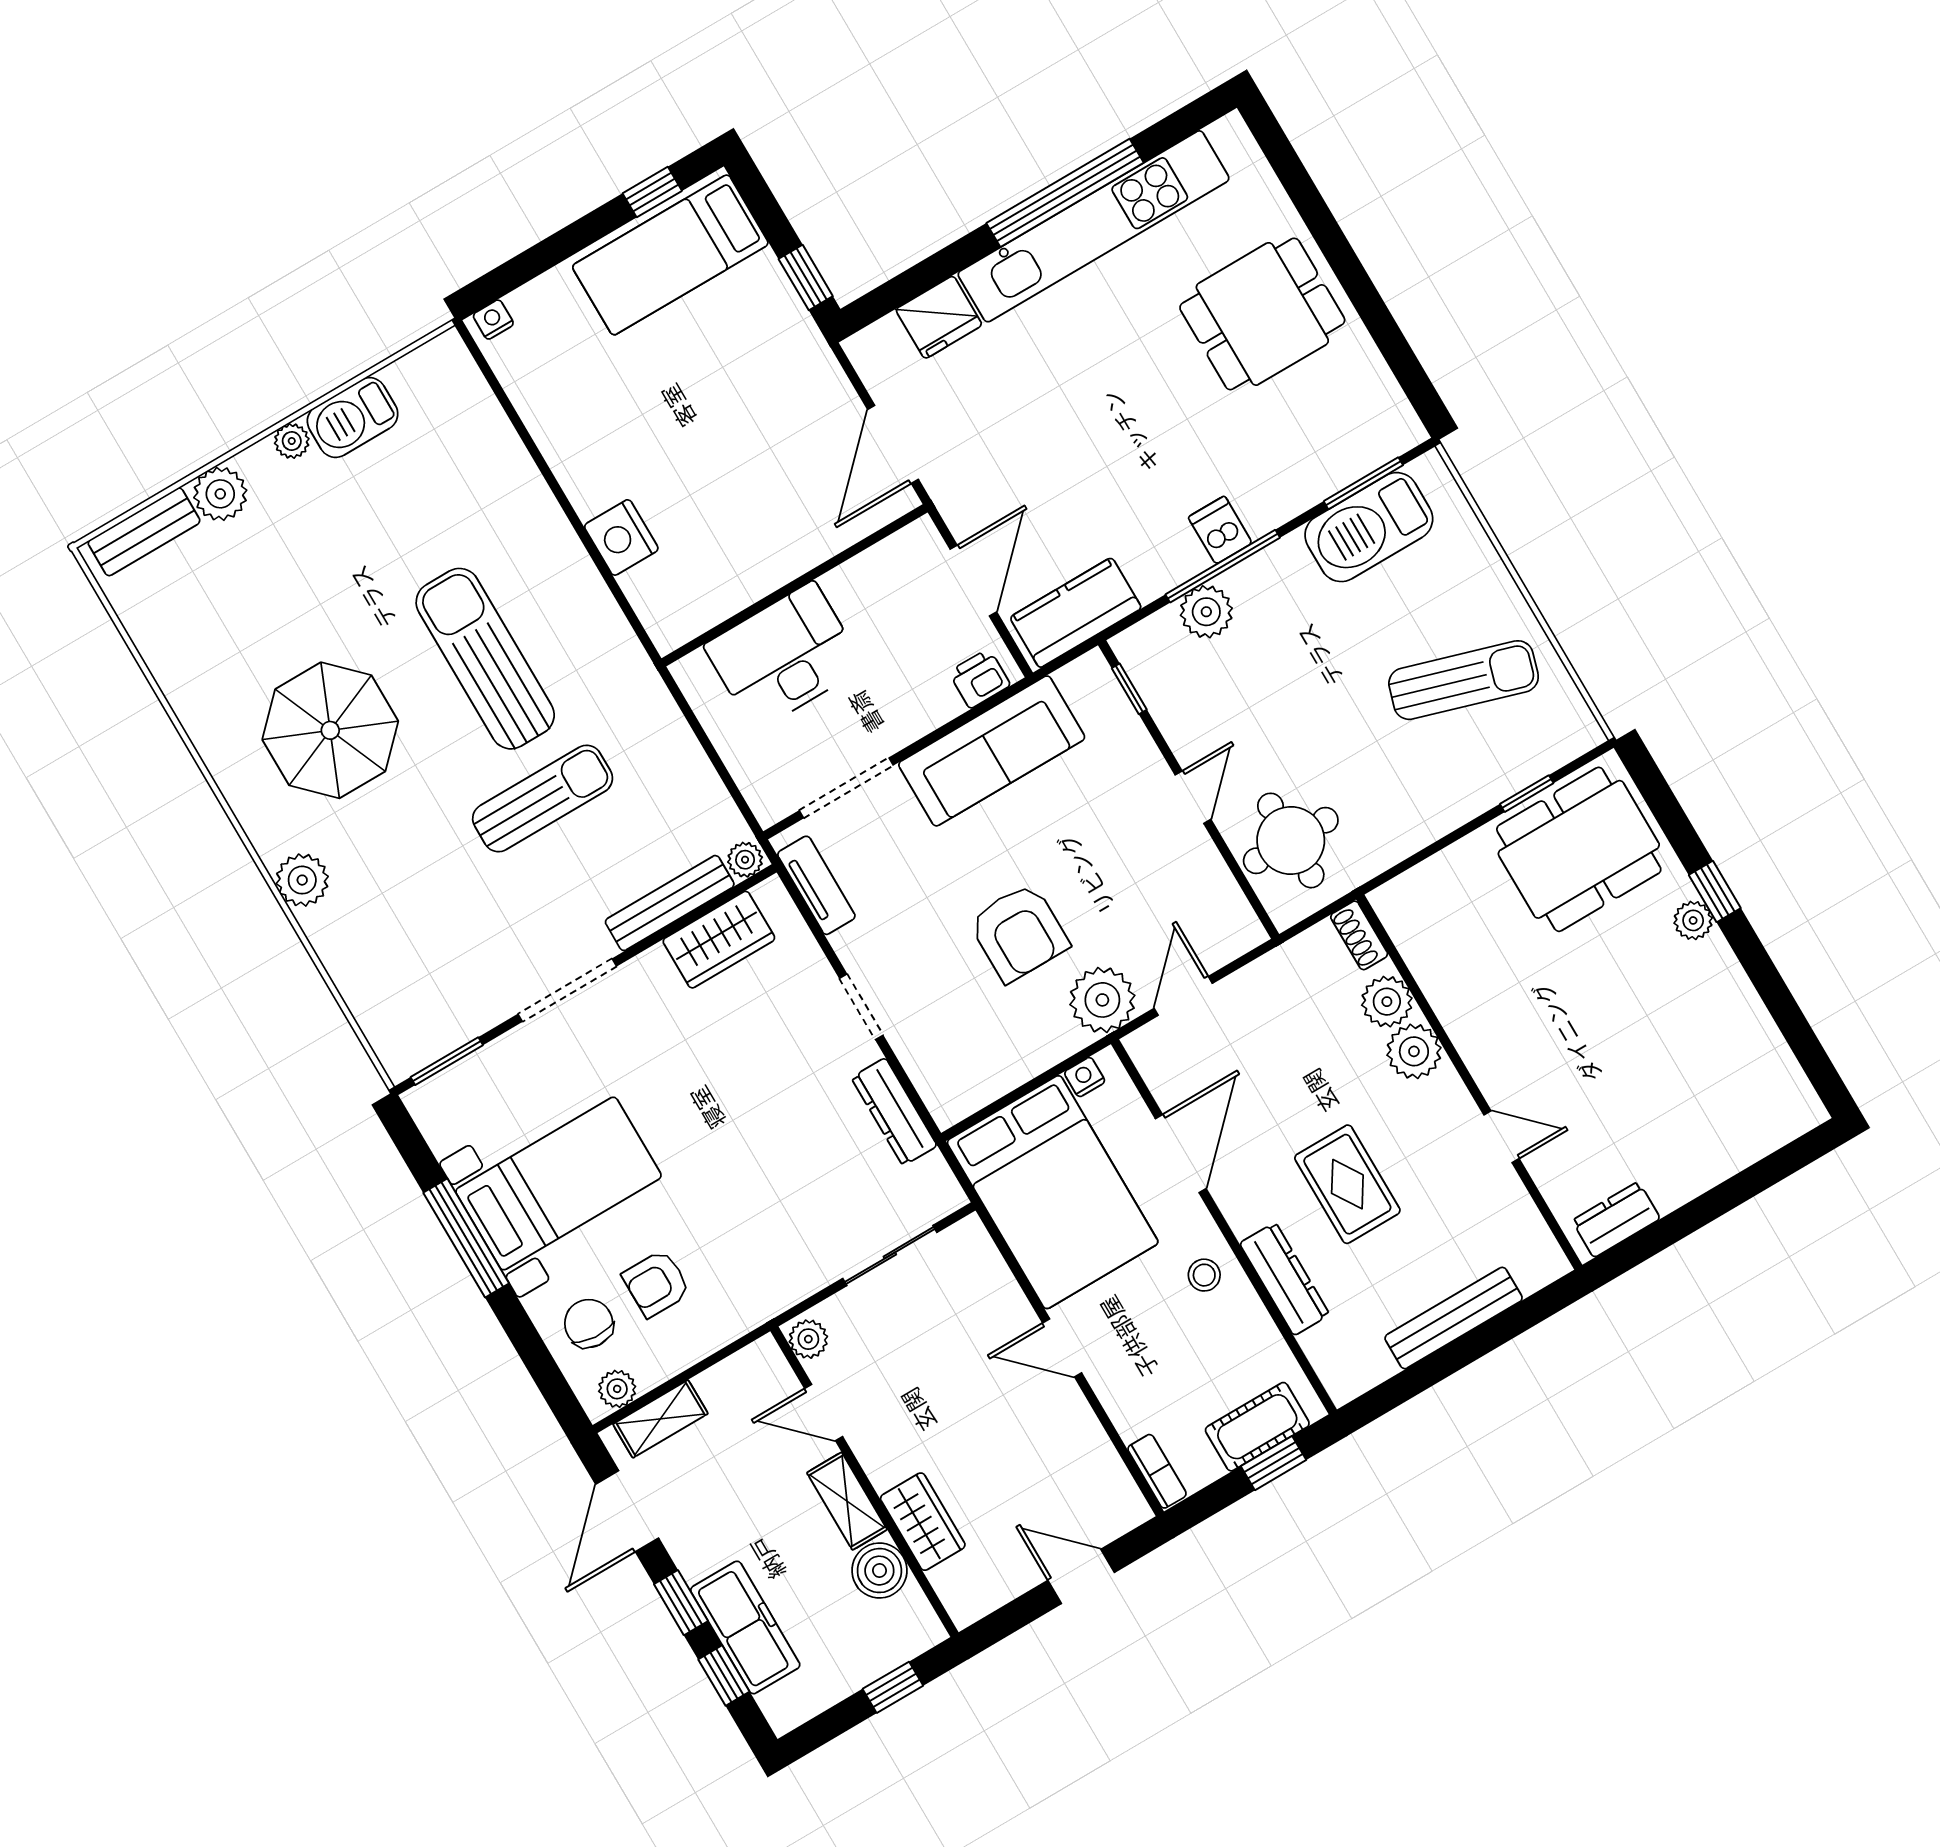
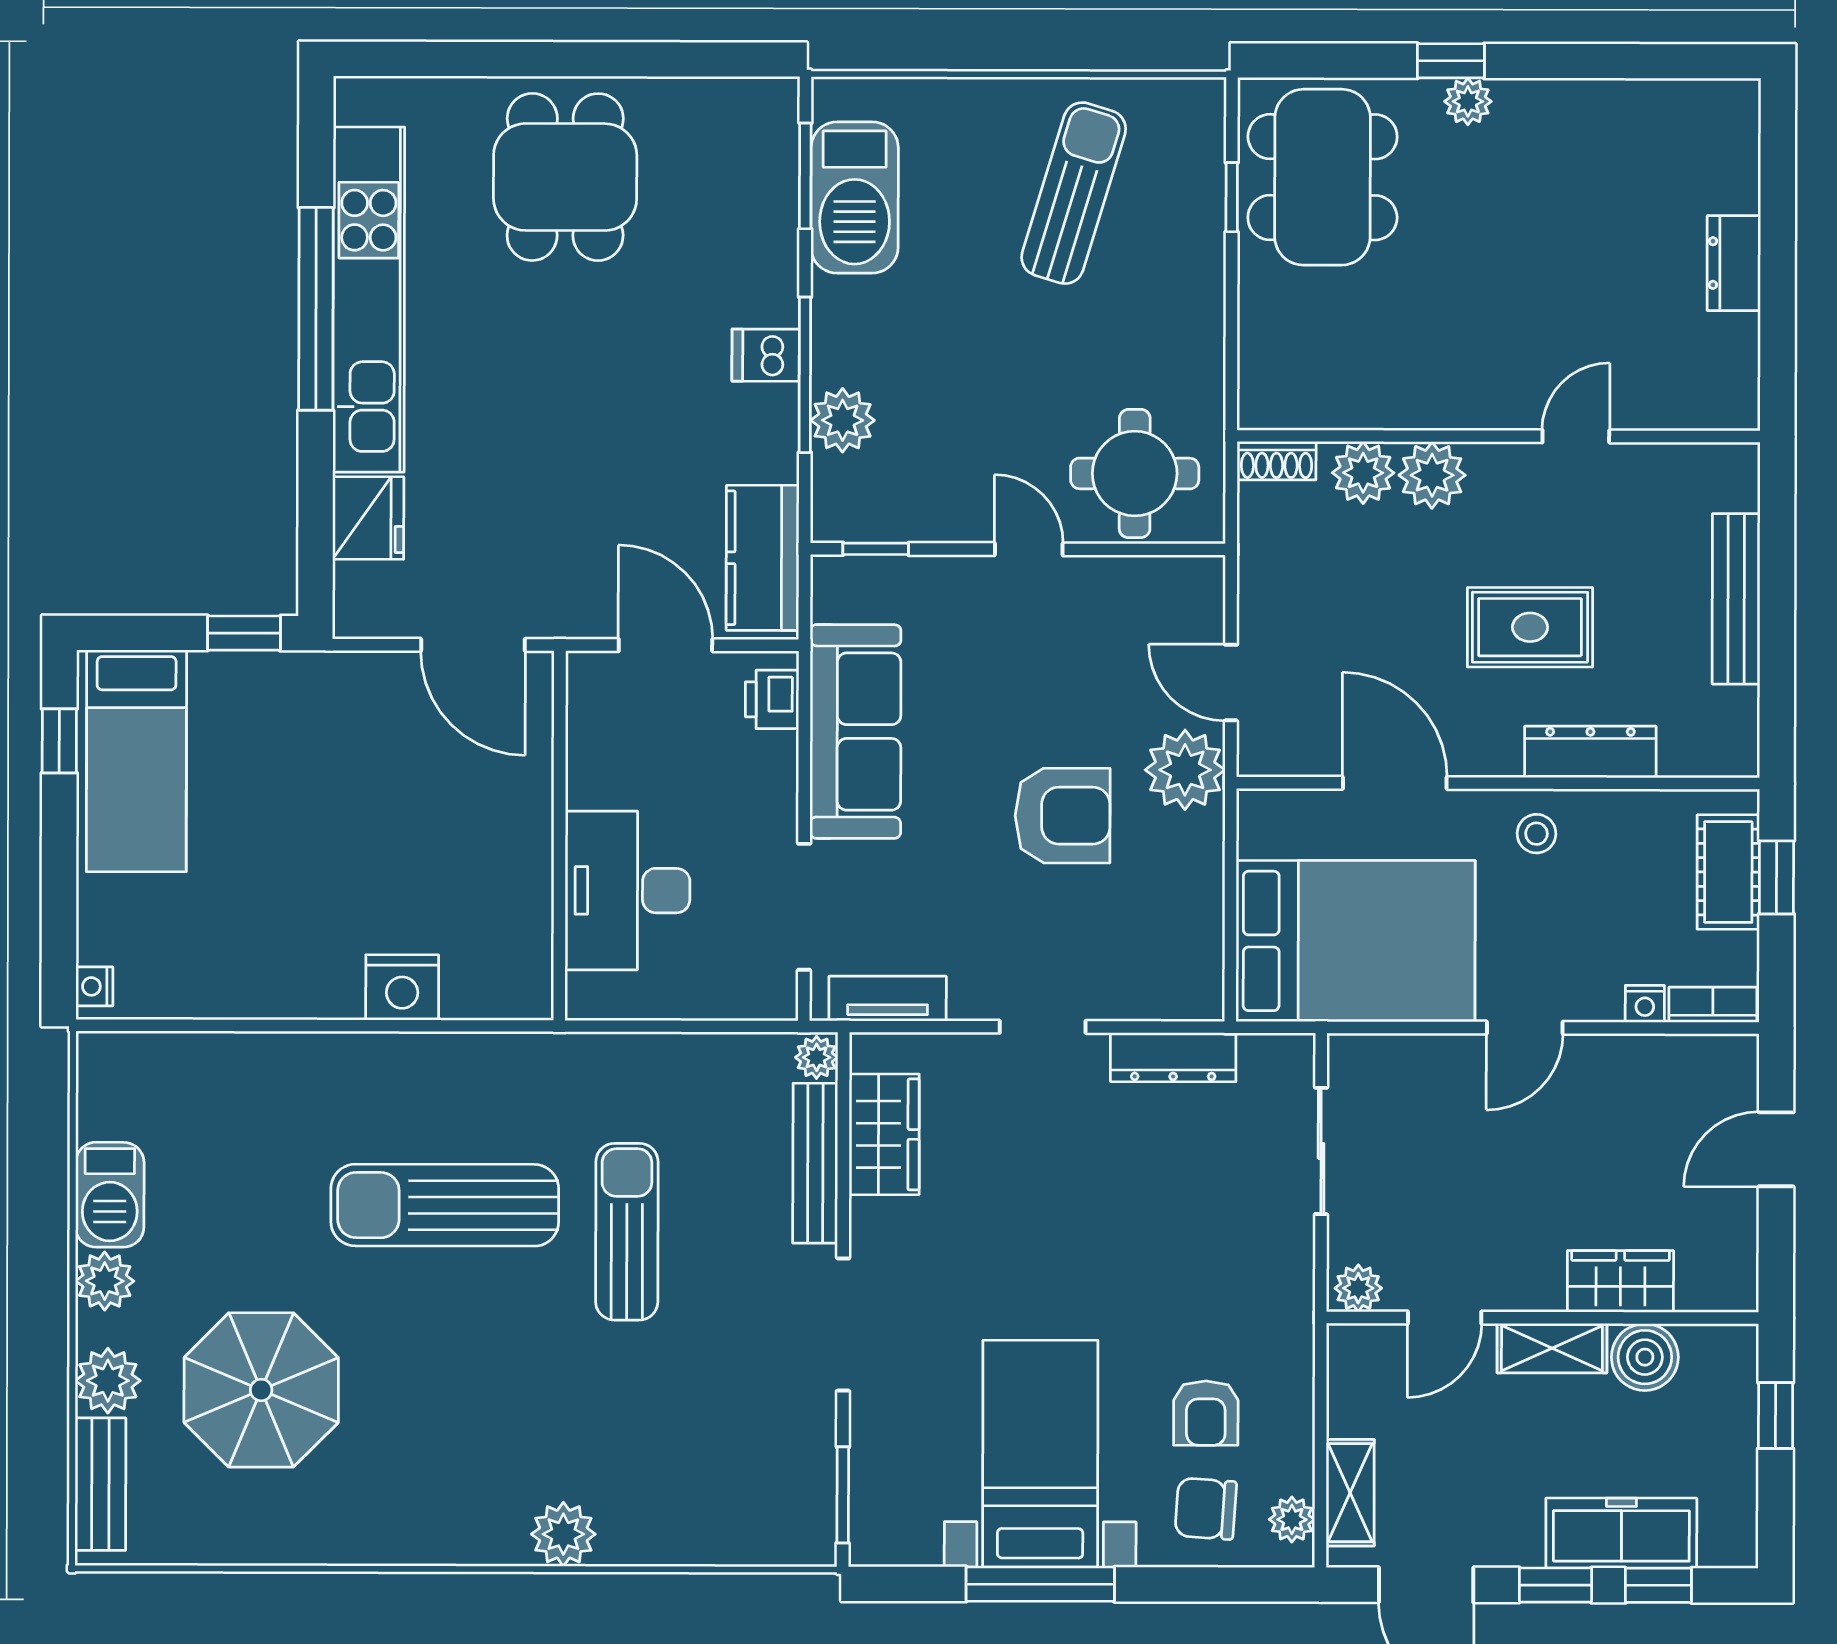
plant: (292, 441) -> (105, 1281), width x1.38, depth x1.38
parasol: (330, 730) -> (261, 1390), moved
nightstand: (1085, 1077) -> (1645, 1004), moved, turned -90
dresser: (1616, 1220) -> (1734, 263), moved

